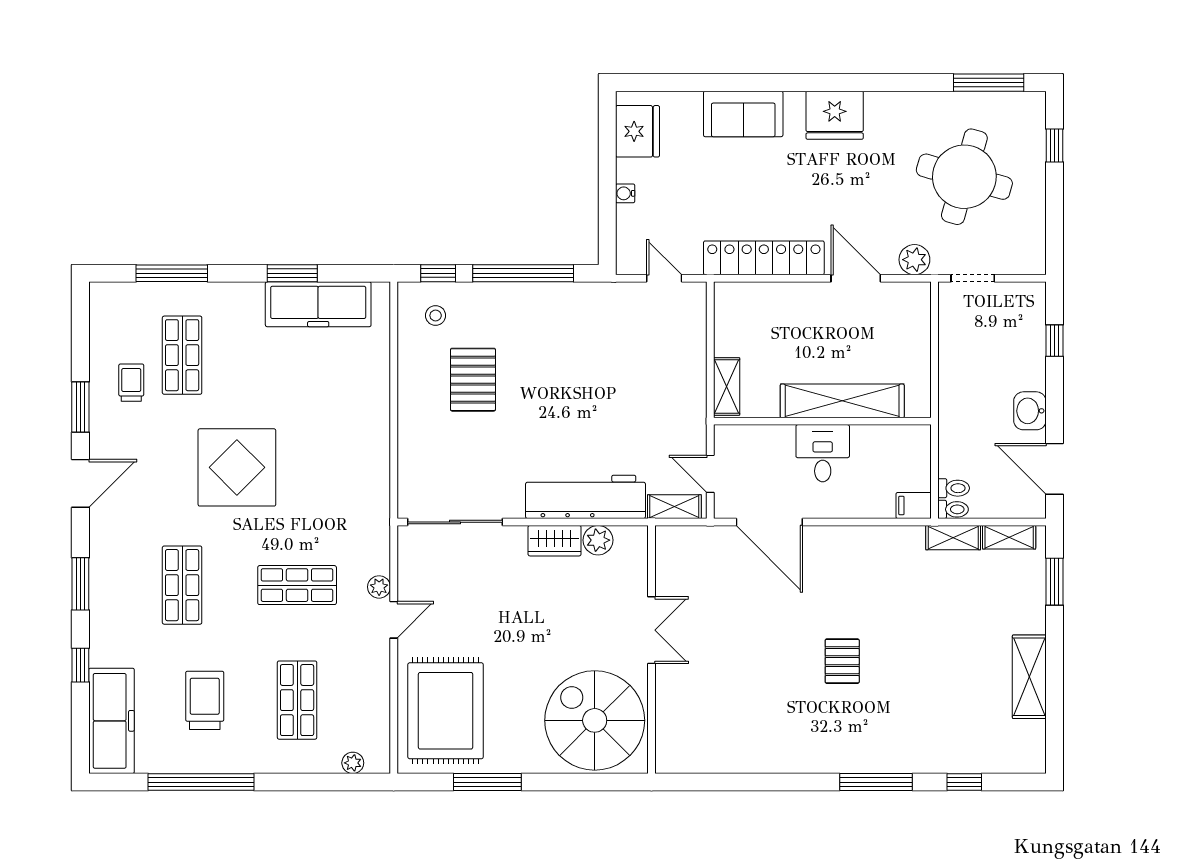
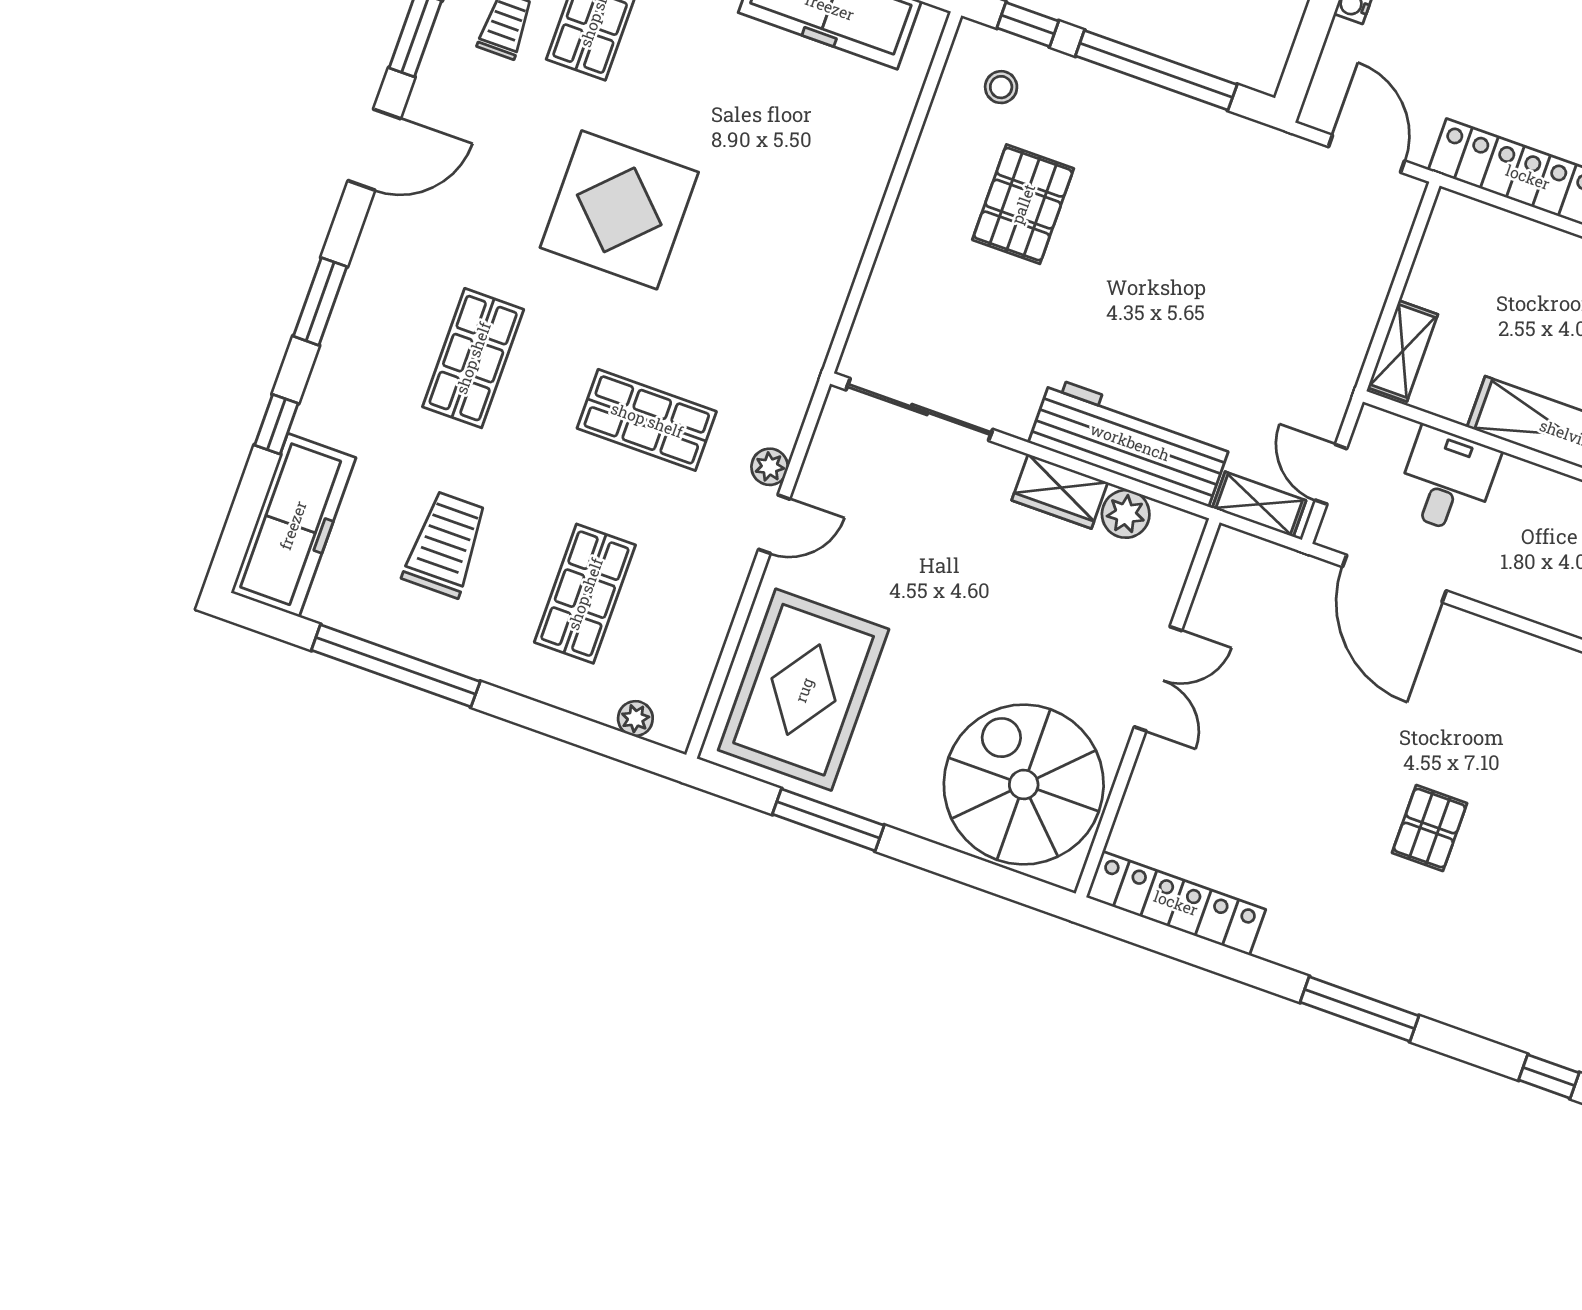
door: (664, 278) -> (1367, 154), width x1.38
desk: (823, 453) -> (1447, 480), moved
locker: (709, 758) -> (1176, 903), added
window: (876, 782) -> (1360, 1009), moved

